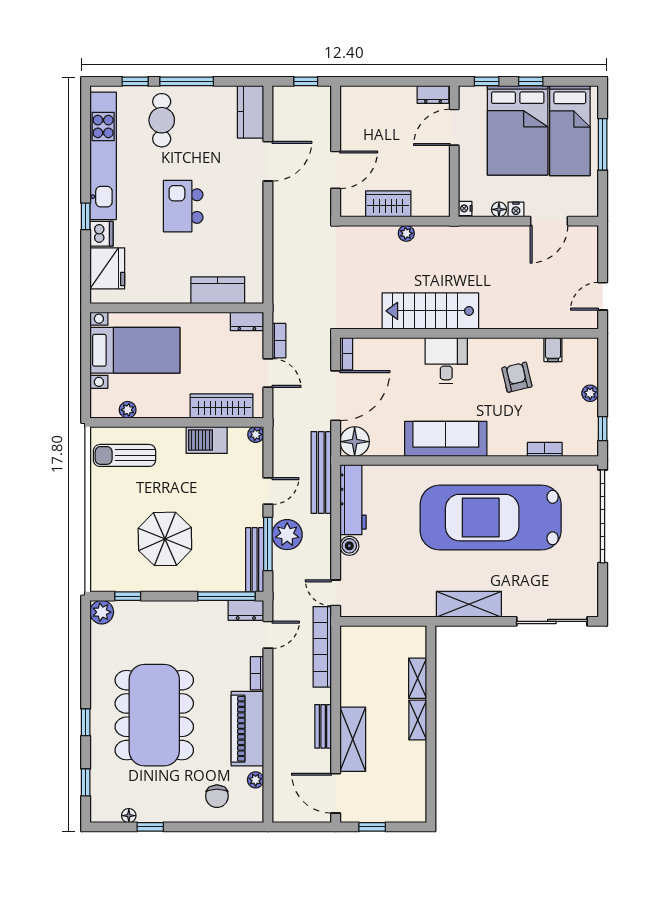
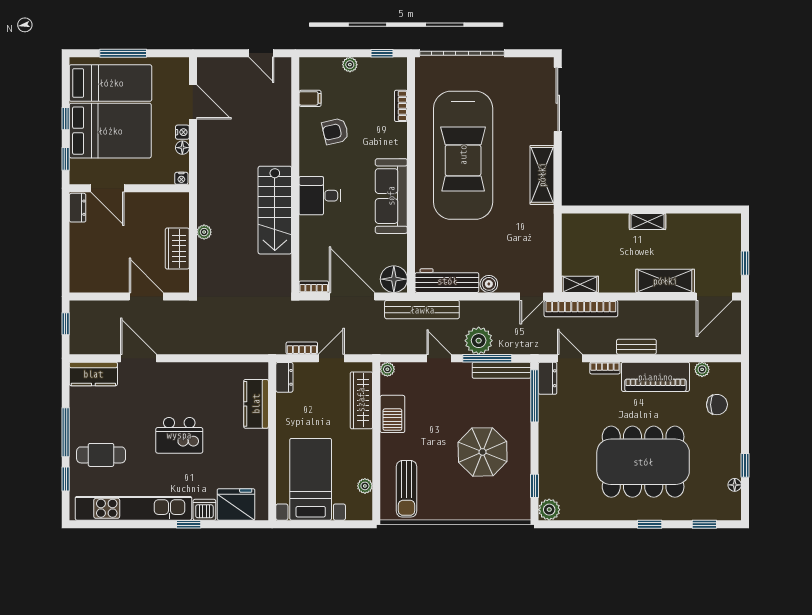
shelving: (418, 678) -> (580, 284), moved
bench: (323, 726) -> (636, 347), moved

